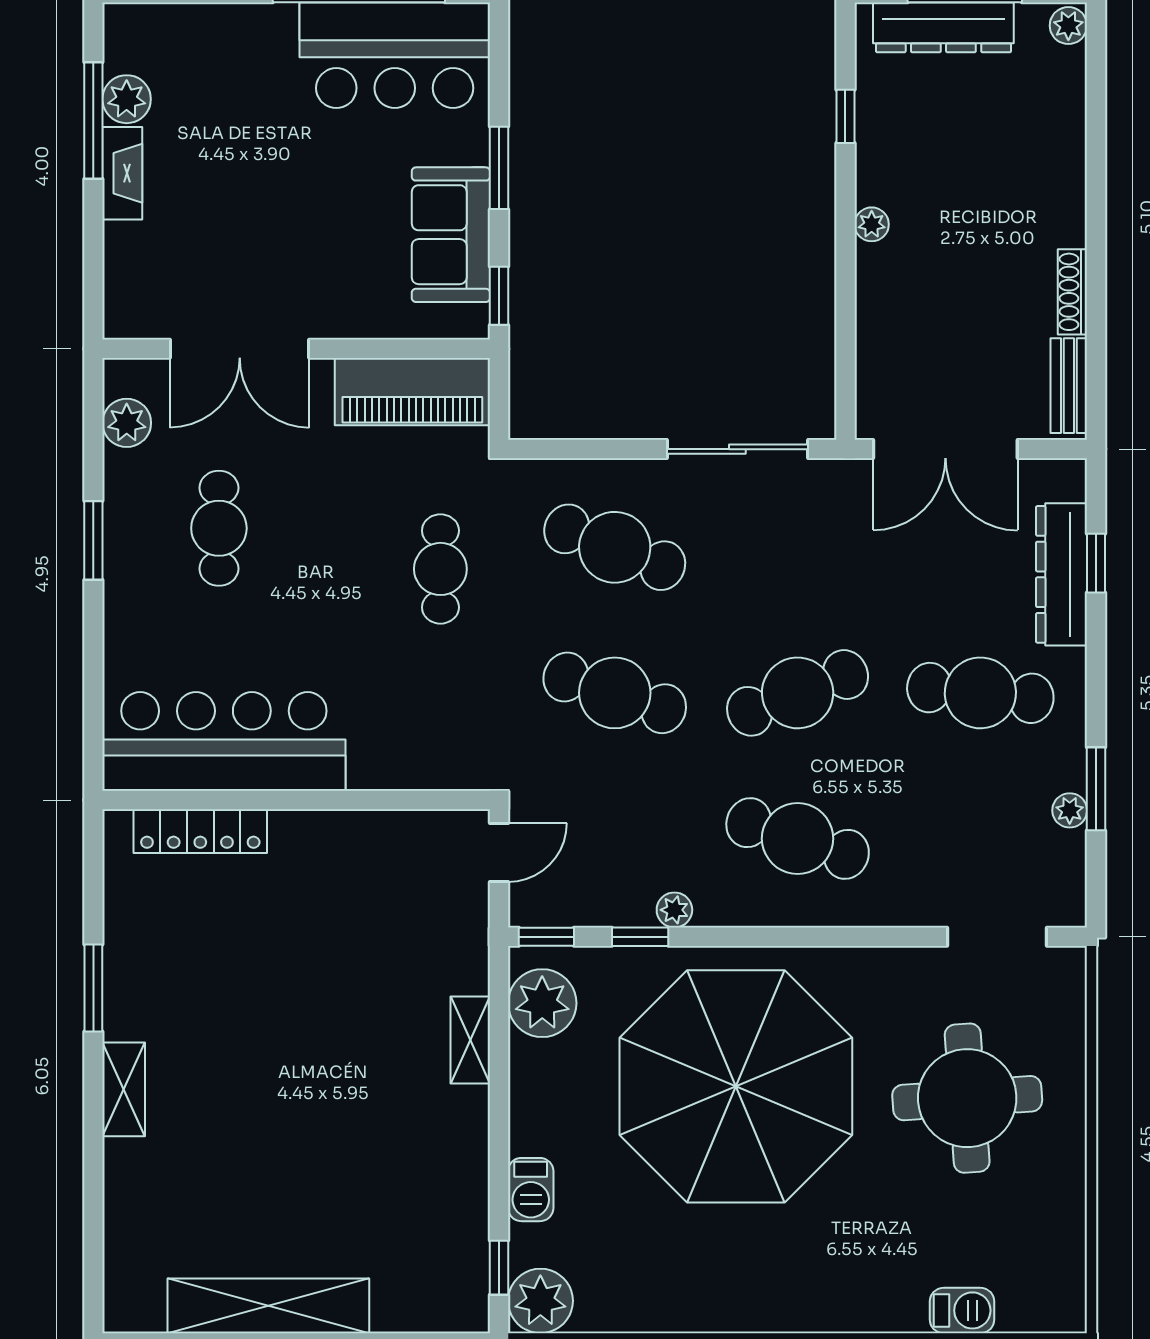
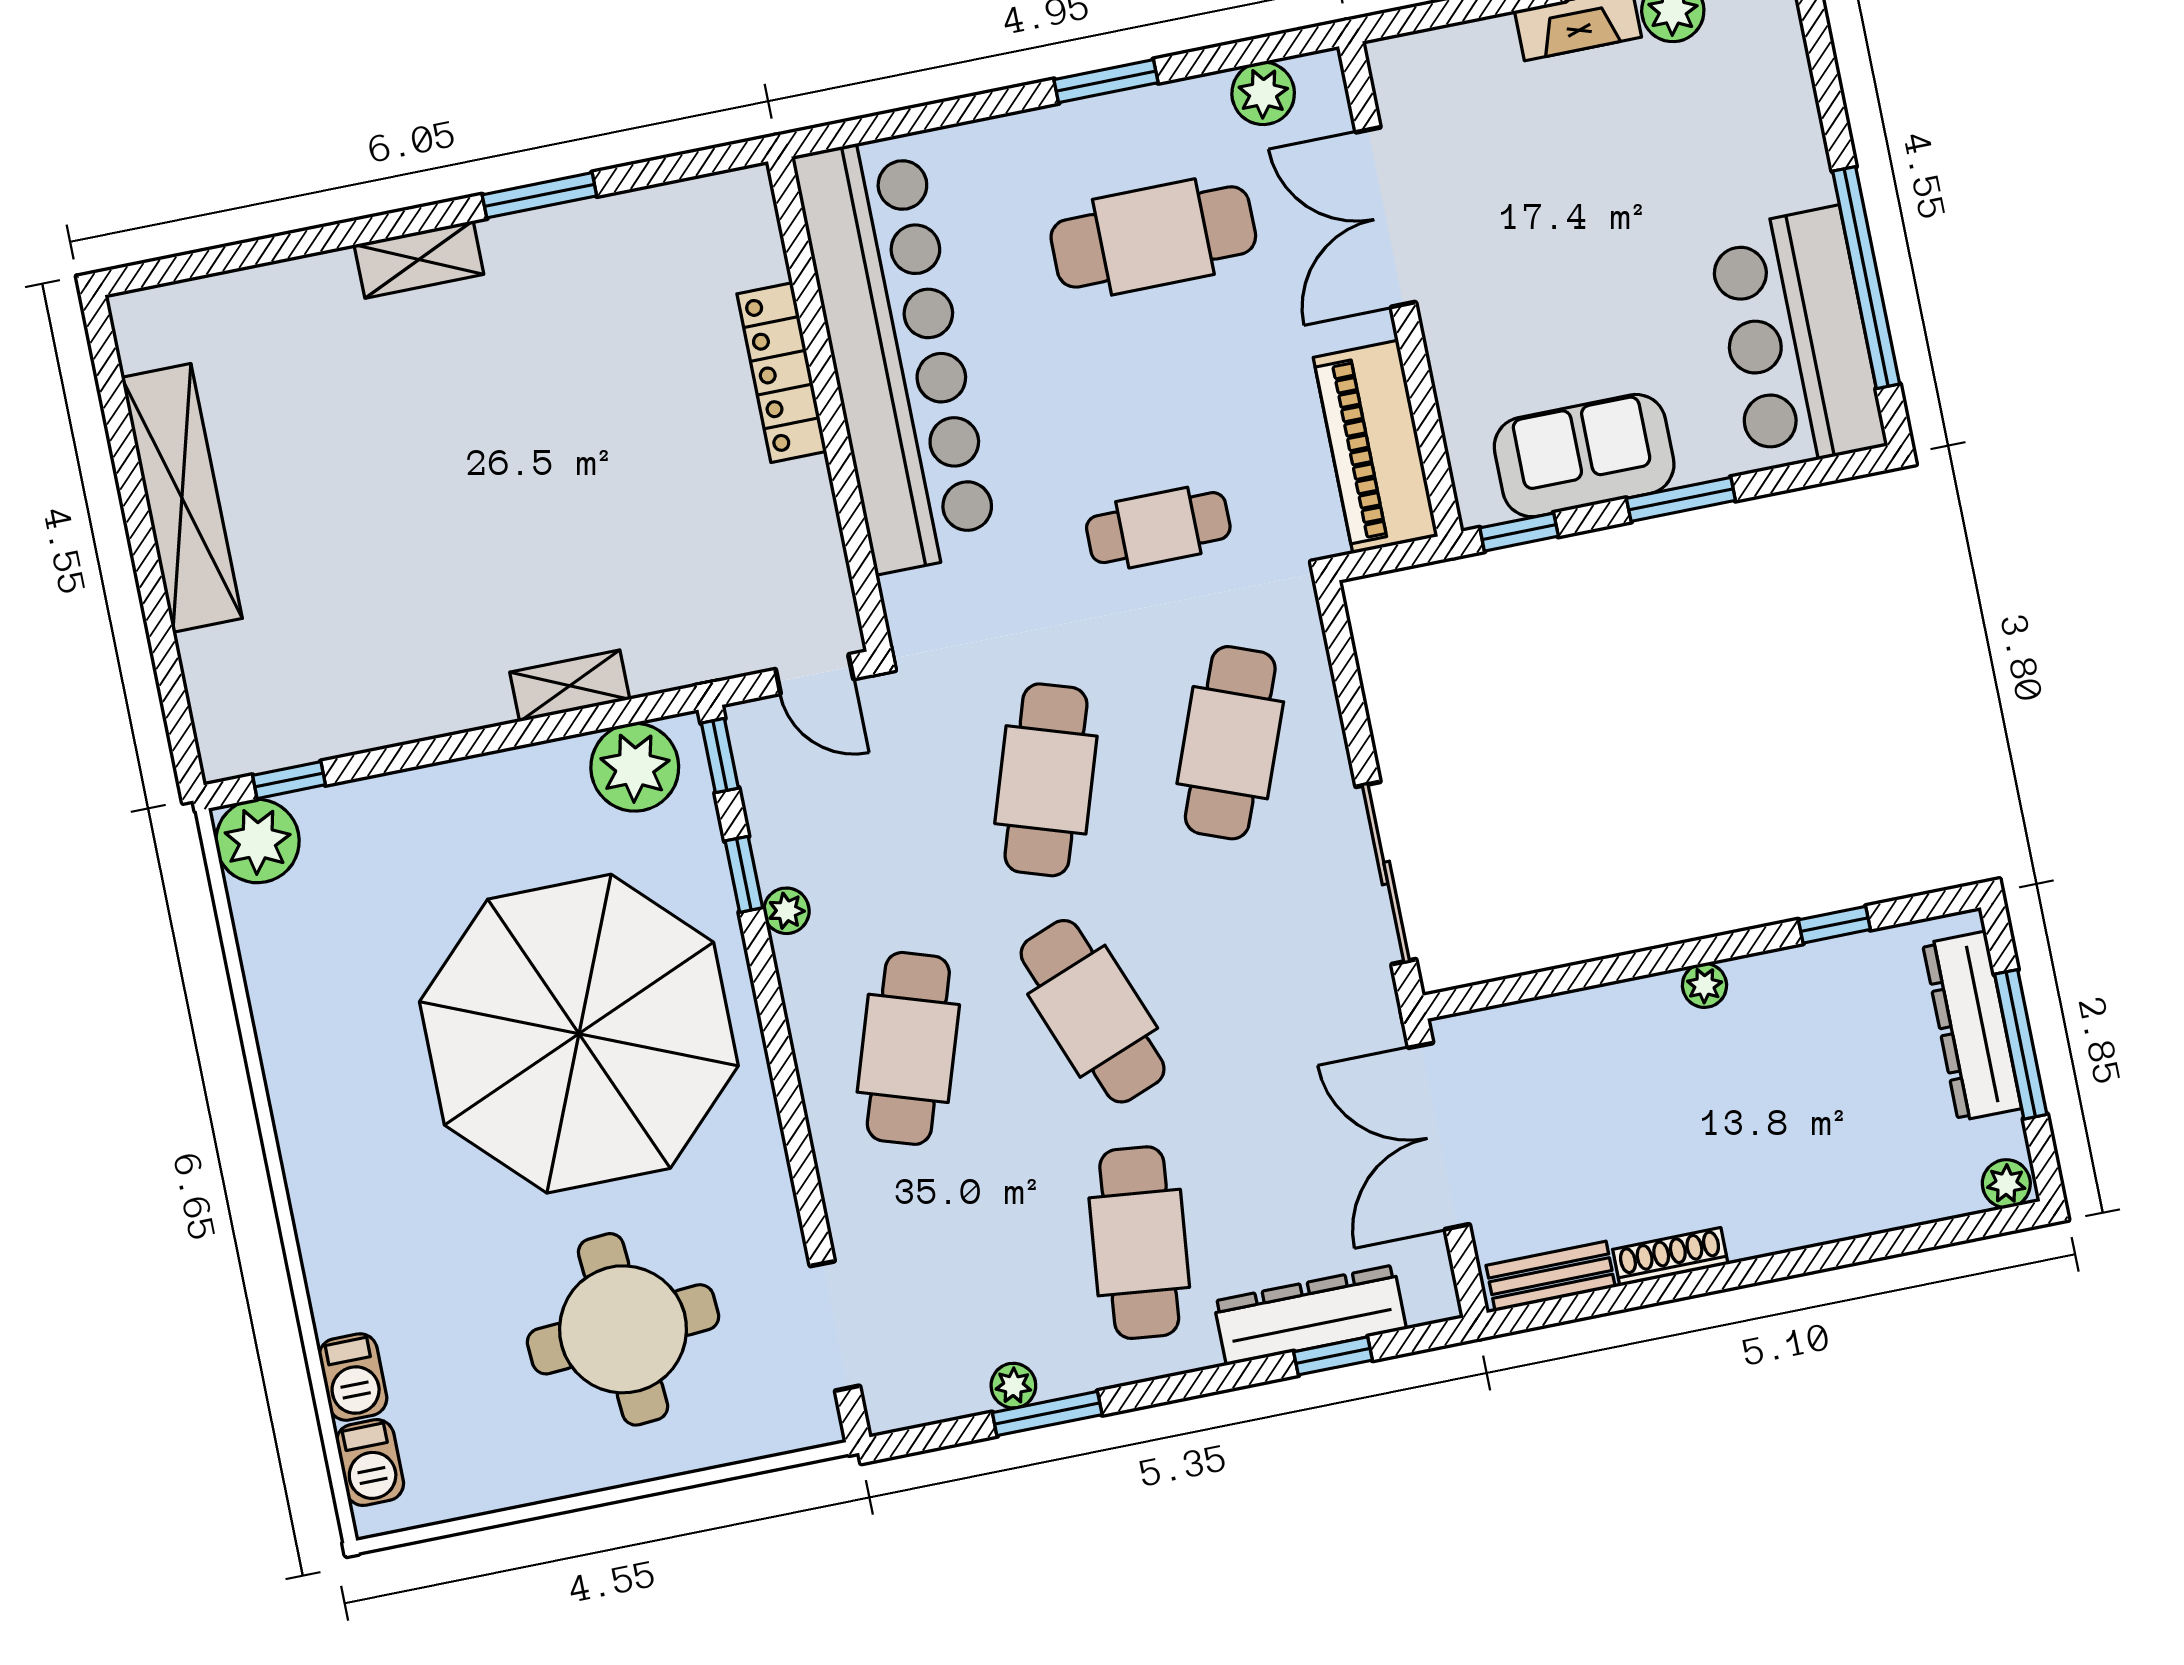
cafe table: (219, 528) -> (1153, 237), width x1.37, depth x1.35
bar counter: (224, 741) -> (896, 353), width x1.36
locker: (200, 831) -> (782, 373), moved
barbecue: (531, 1190) -> (370, 1463), moved, turned -90

